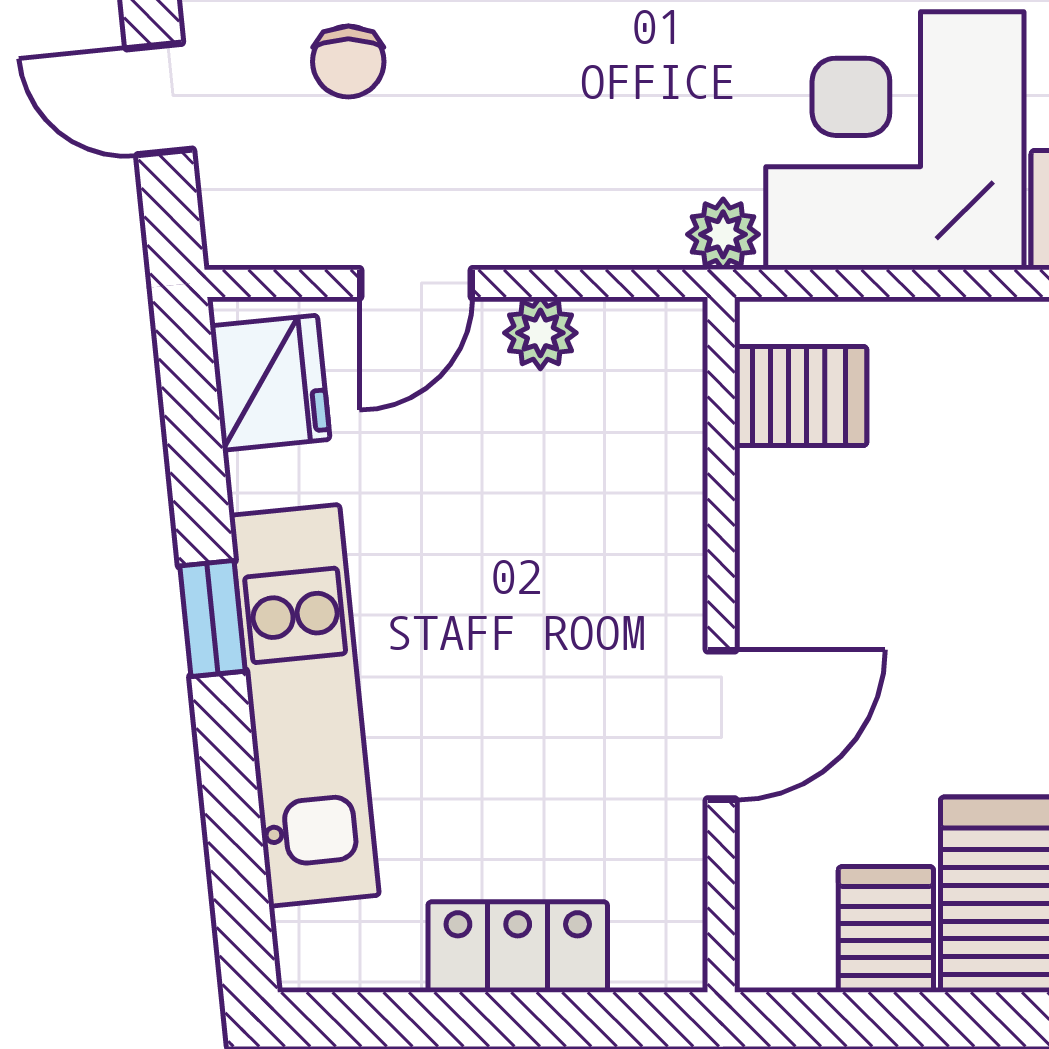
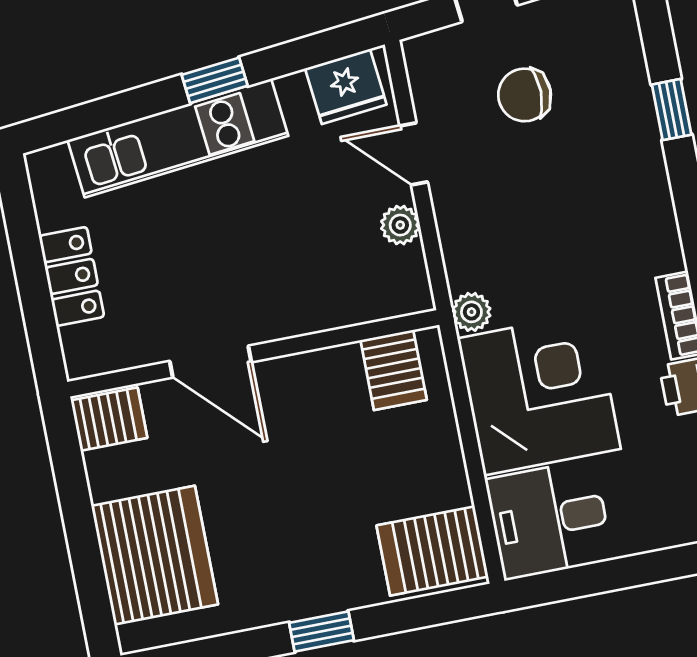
chair: (348, 62) -> (525, 95), width x1.37, depth x1.37
server rack: (886, 929) -> (109, 419), moved

